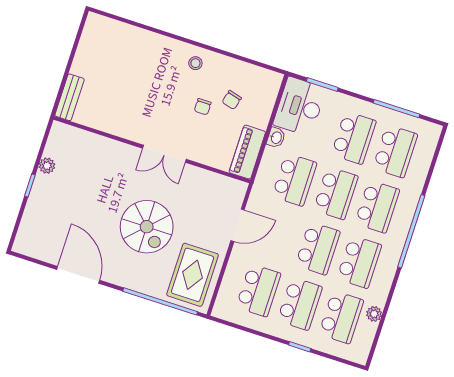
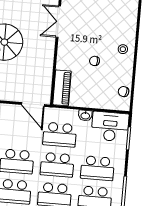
chair: (232, 100) -> (124, 92), moved
piano: (247, 152) -> (62, 88), moved, turned 90
double door: (164, 154) -> (58, 22), moved
door: (238, 225) -> (33, 104), moved

